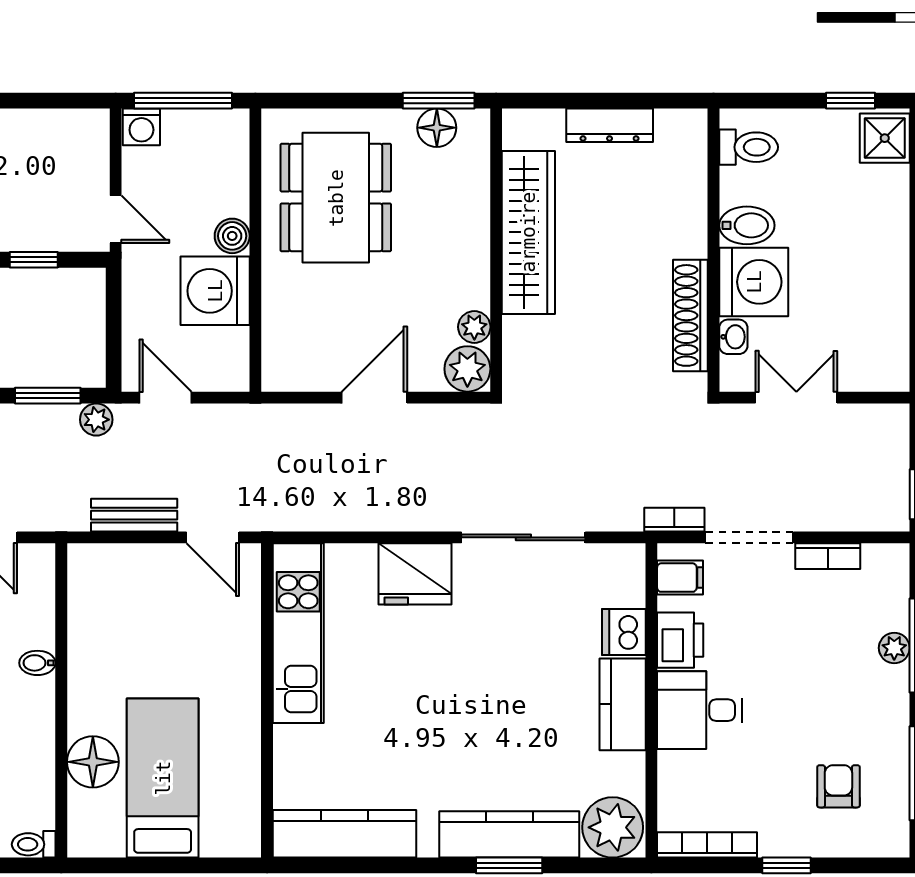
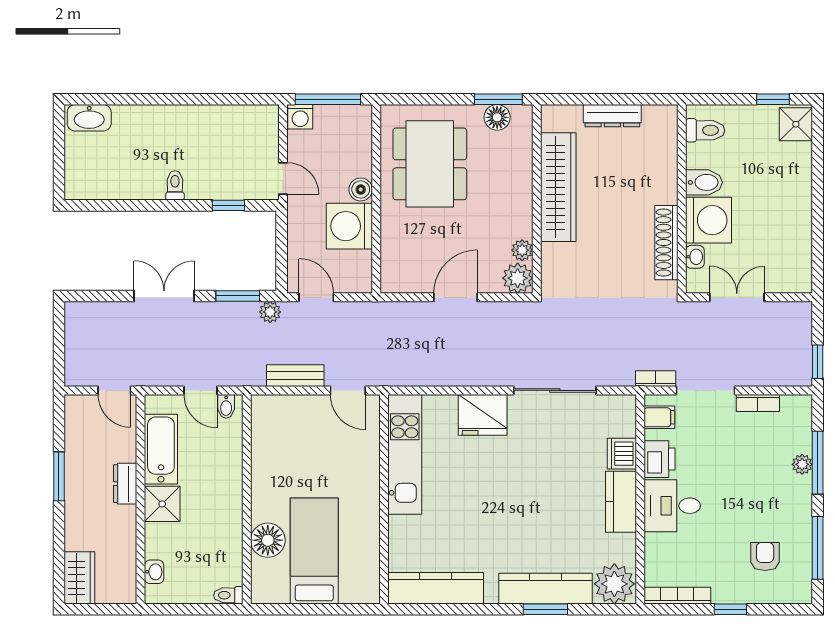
bidet: (37, 663) -> (226, 406), moved, turned -90

